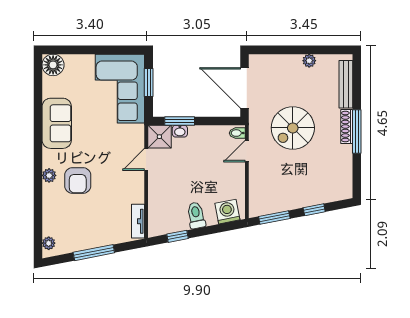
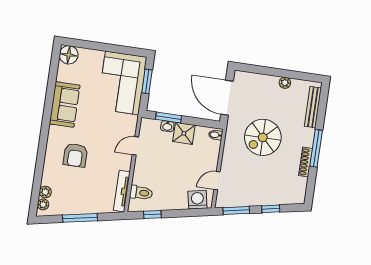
shoe rack: (347, 127) -> (306, 162), moved
shower: (159, 137) -> (184, 133), moved
door: (247, 151) -> (217, 181), moved
plant: (49, 175) -> (45, 192), moved
toilet: (196, 215) -> (141, 193), moved, turned 101
tv unit: (138, 221) -> (122, 191), width x1.41

